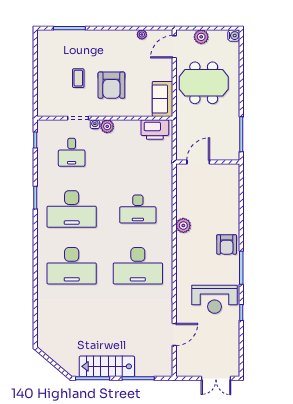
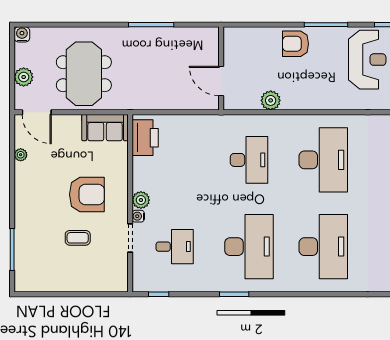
door: (198, 162) -> (221, 81), moved
wall: (208, 162) -> (221, 68), moved
armchair: (227, 244) -> (295, 44), turned 180

